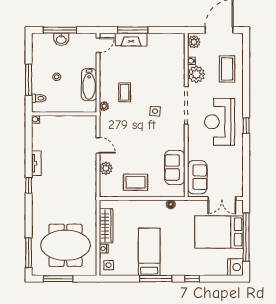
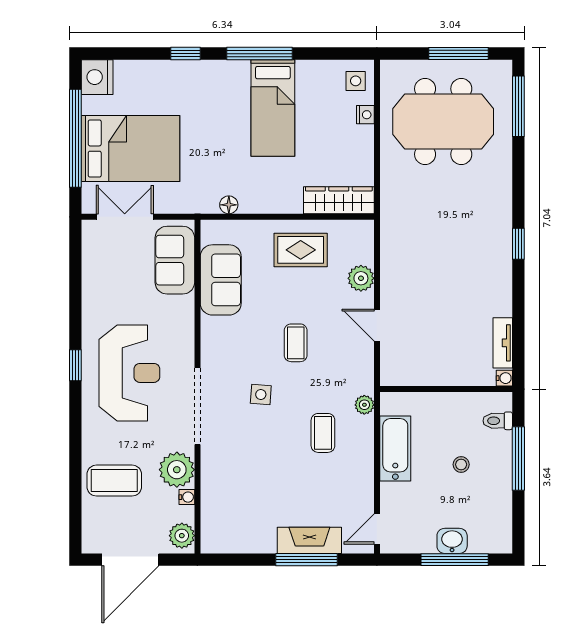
coffee table: (227, 69) -> (114, 481), turned 90
coffee table: (138, 137) -> (296, 343), added
tv unit: (36, 163) -> (503, 343), moved
wardrobe: (106, 226) -> (339, 200), moved, turned 90

